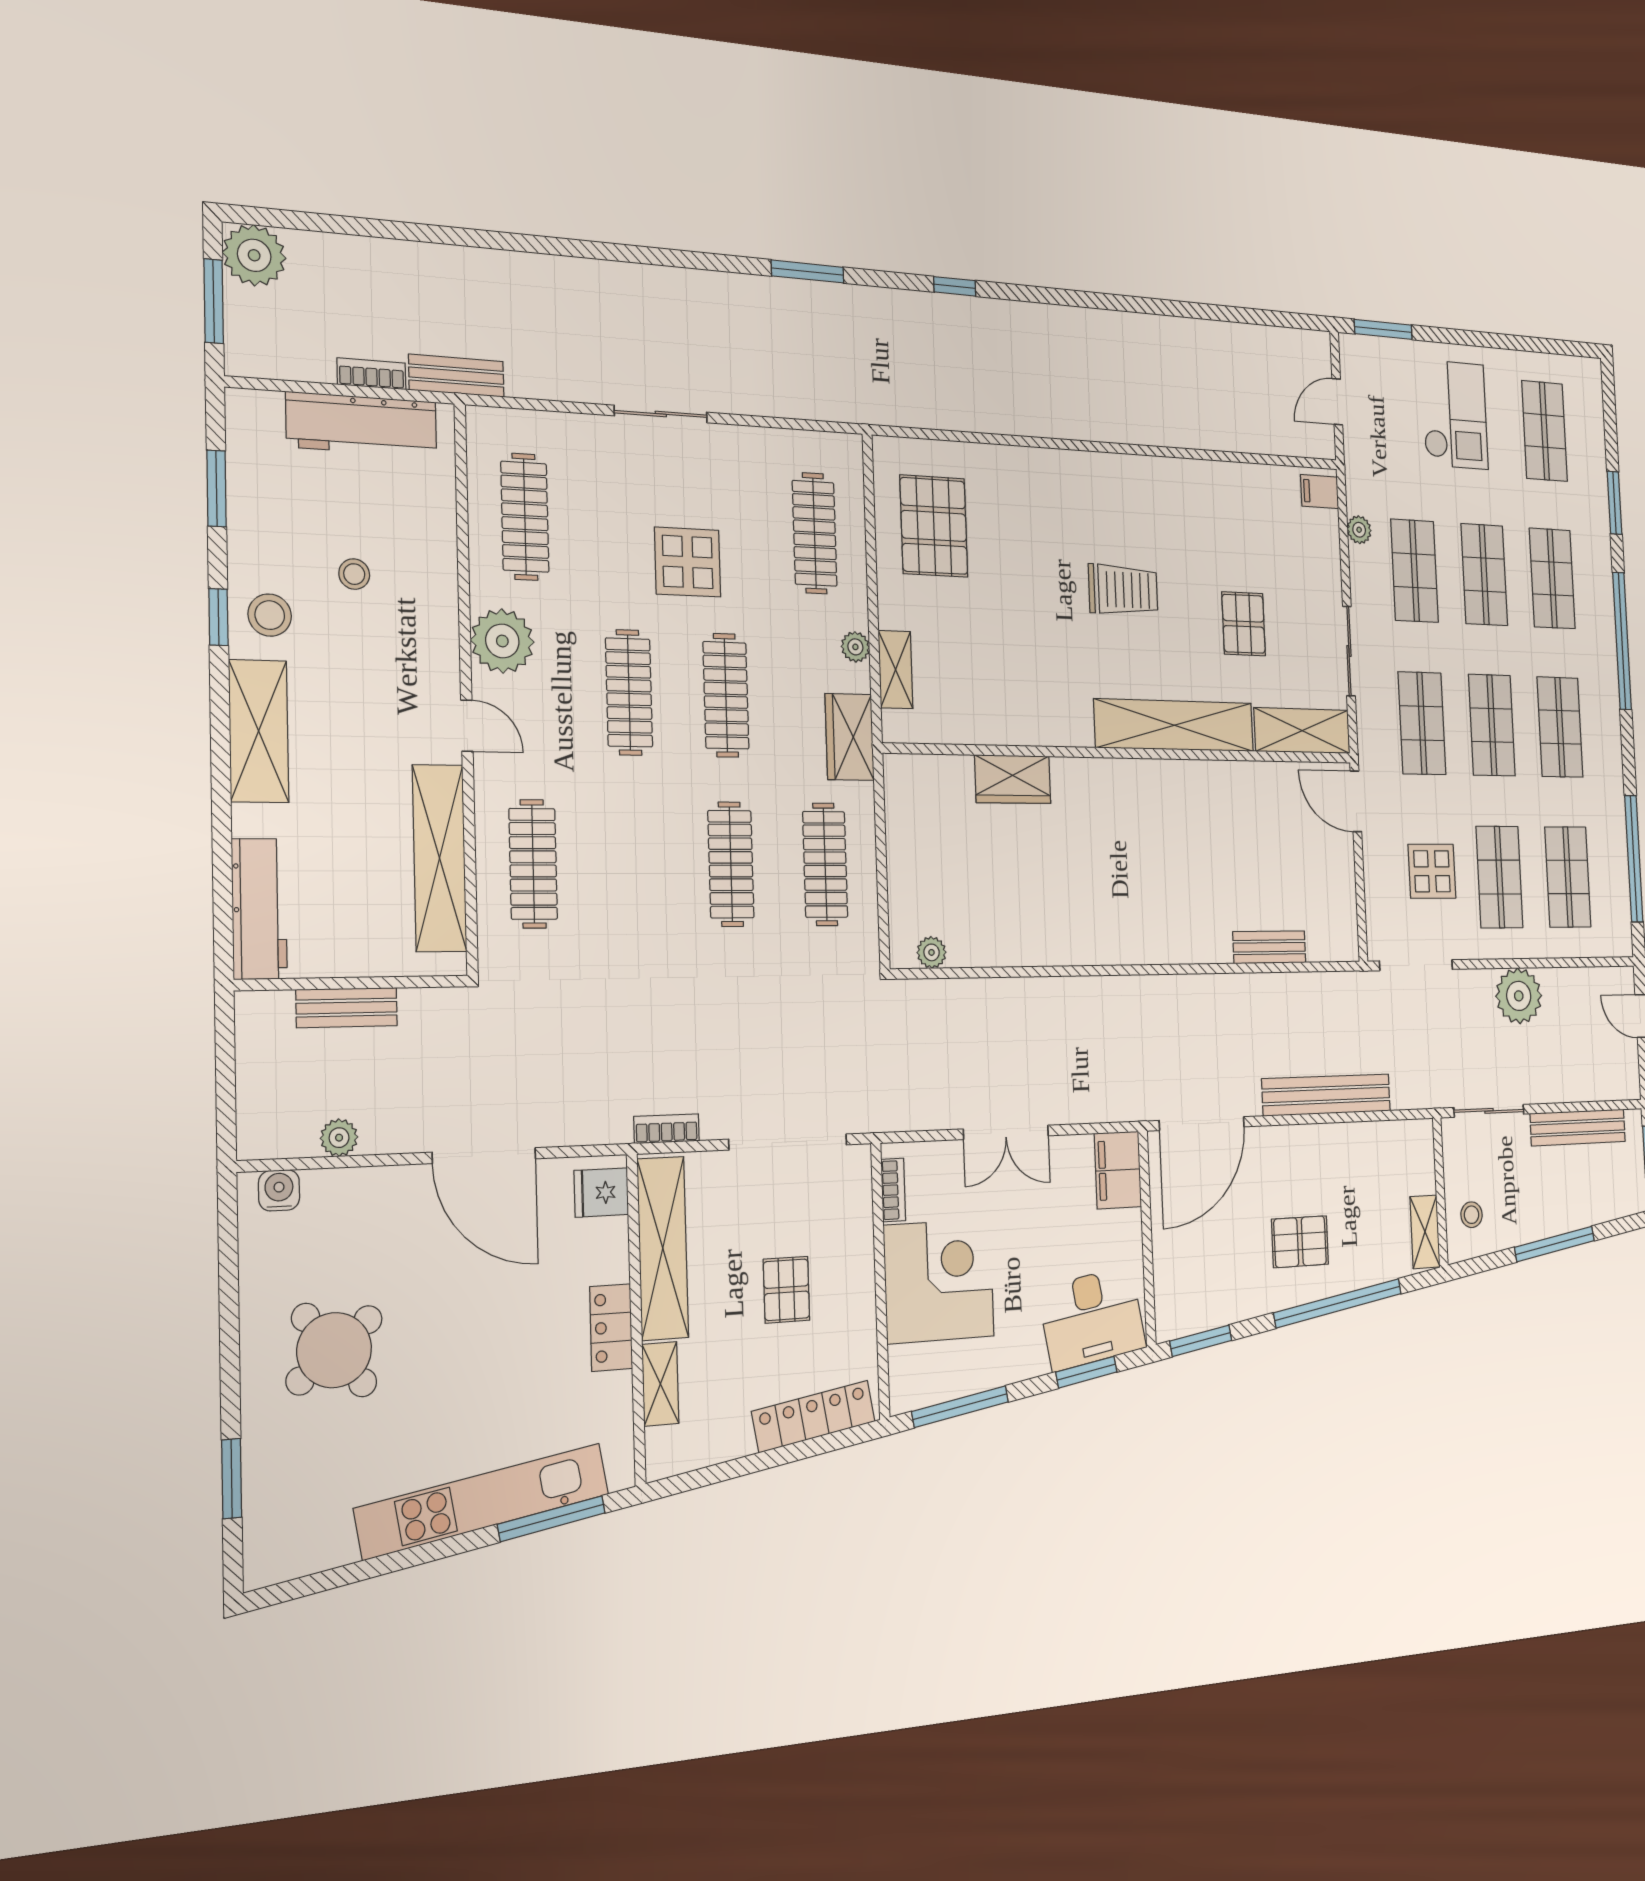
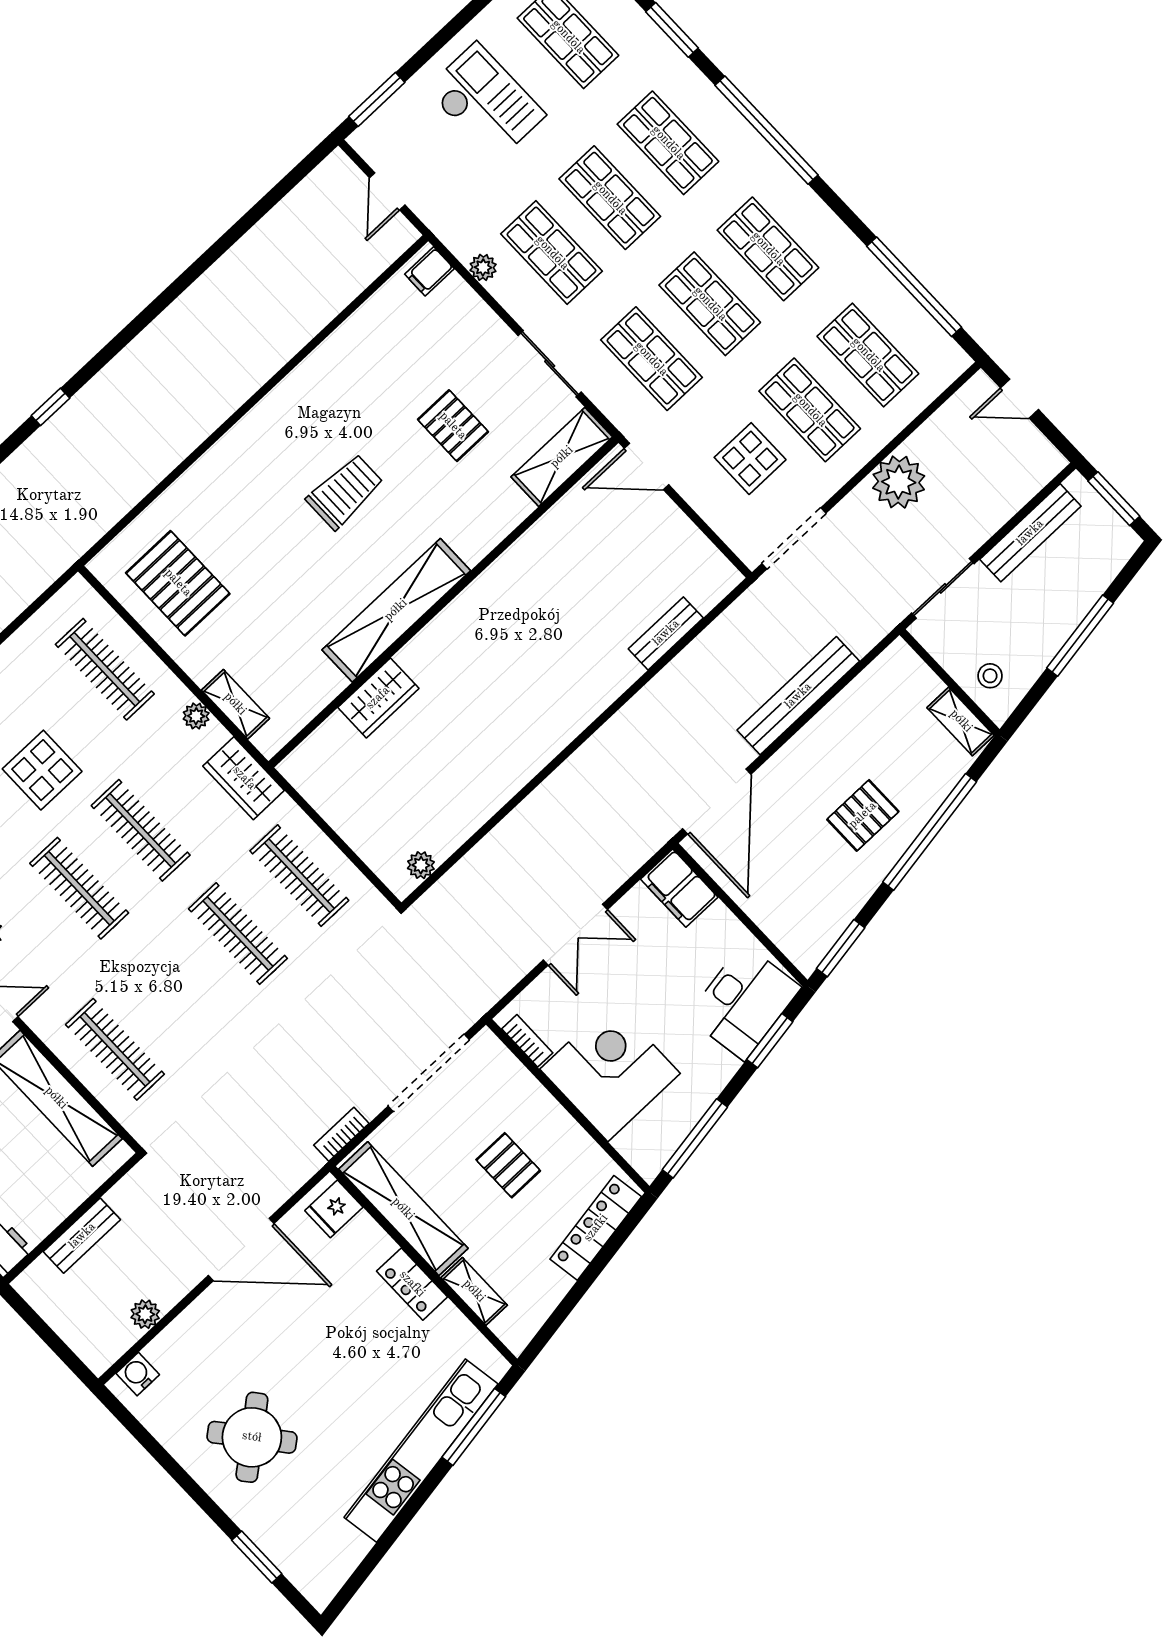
shelving: (1174, 725) -> (396, 610), moved

